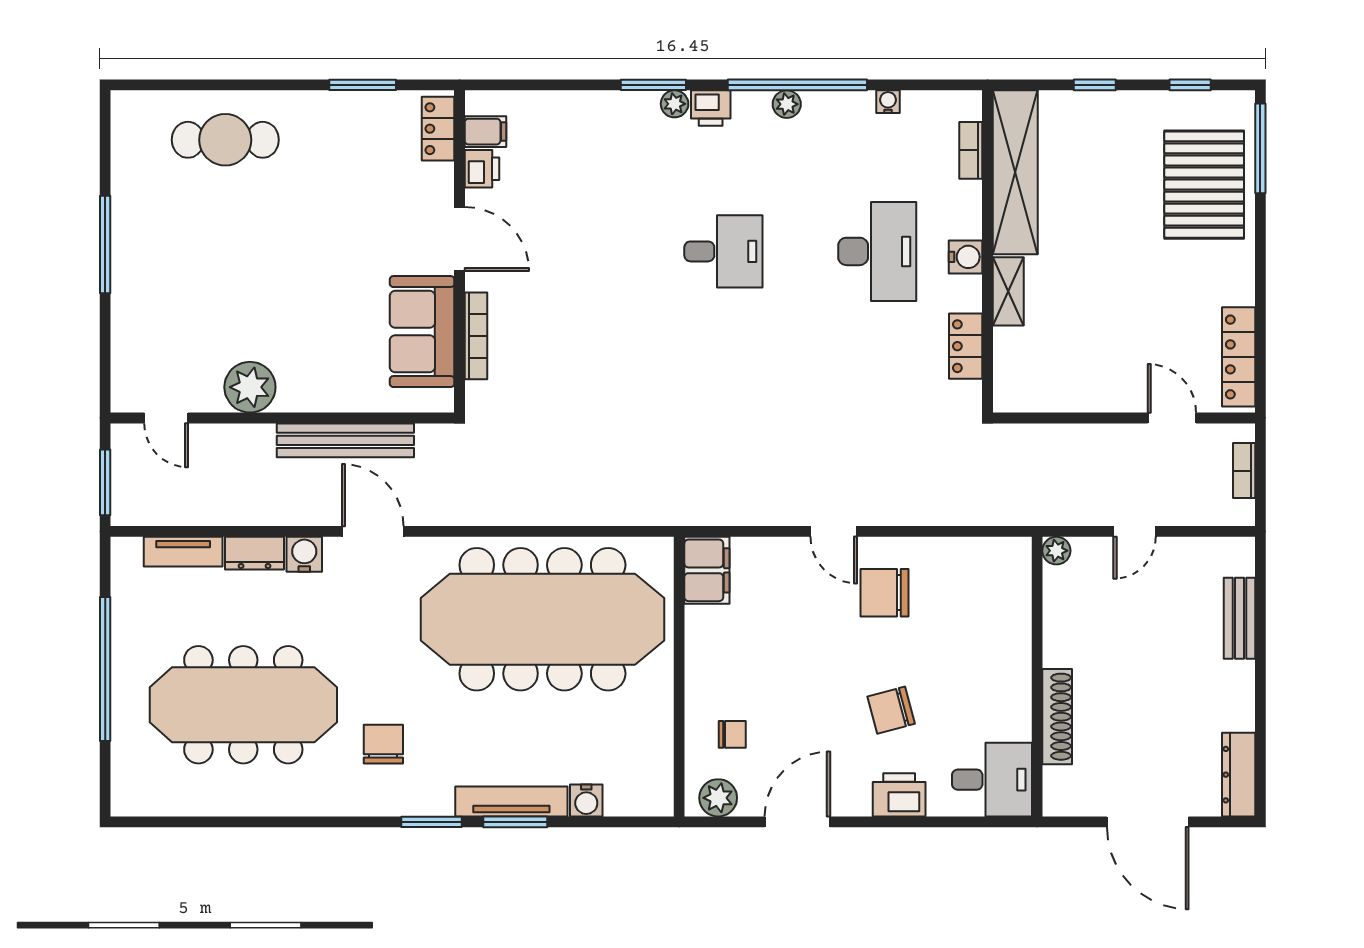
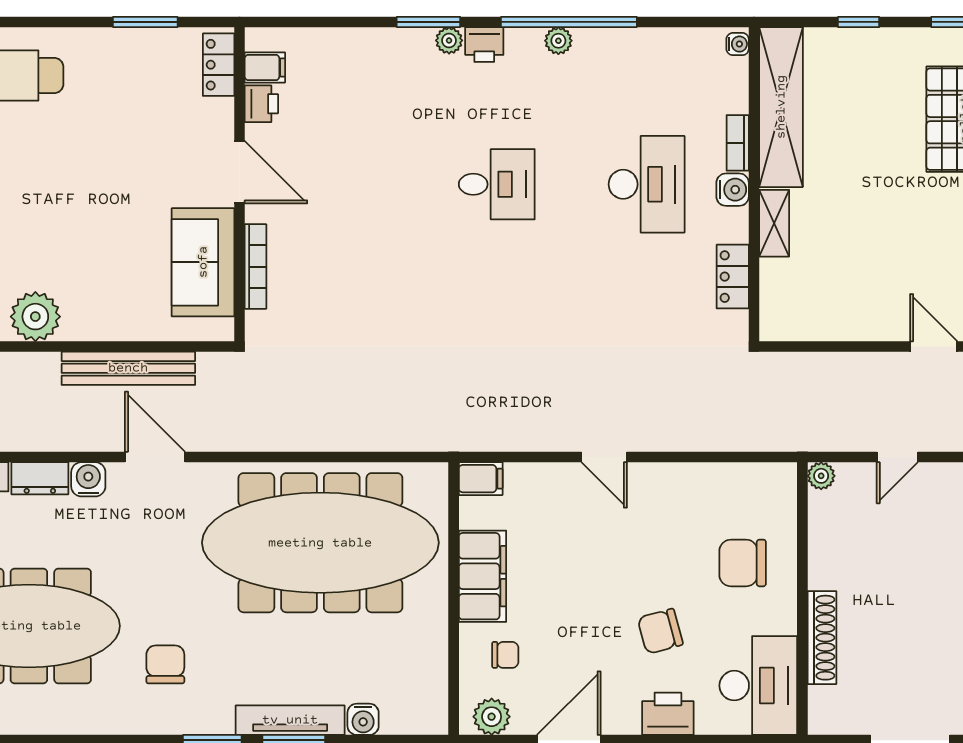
water cooler: (888, 102) -> (738, 44), moved, turned 90
bookcase: (971, 150) -> (738, 143), moved
filing cabinet: (707, 570) -> (481, 479), width x0.50
chair: (884, 593) -> (743, 563), moved
filing cabinet: (709, 654) -> (482, 576), added
desk: (992, 780) -> (758, 686), width x1.37

